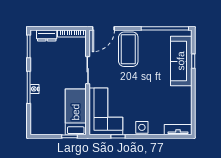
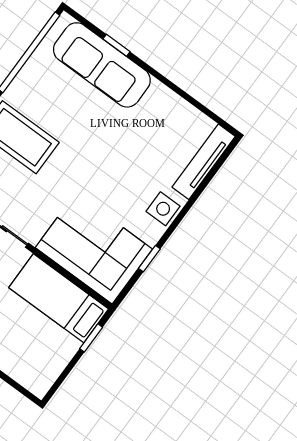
tv unit: (178, 130) -> (204, 162), width x1.41

